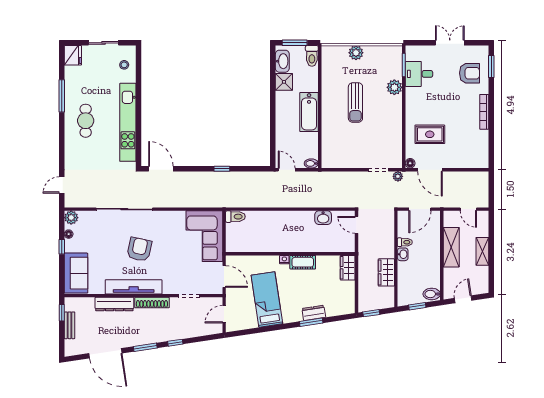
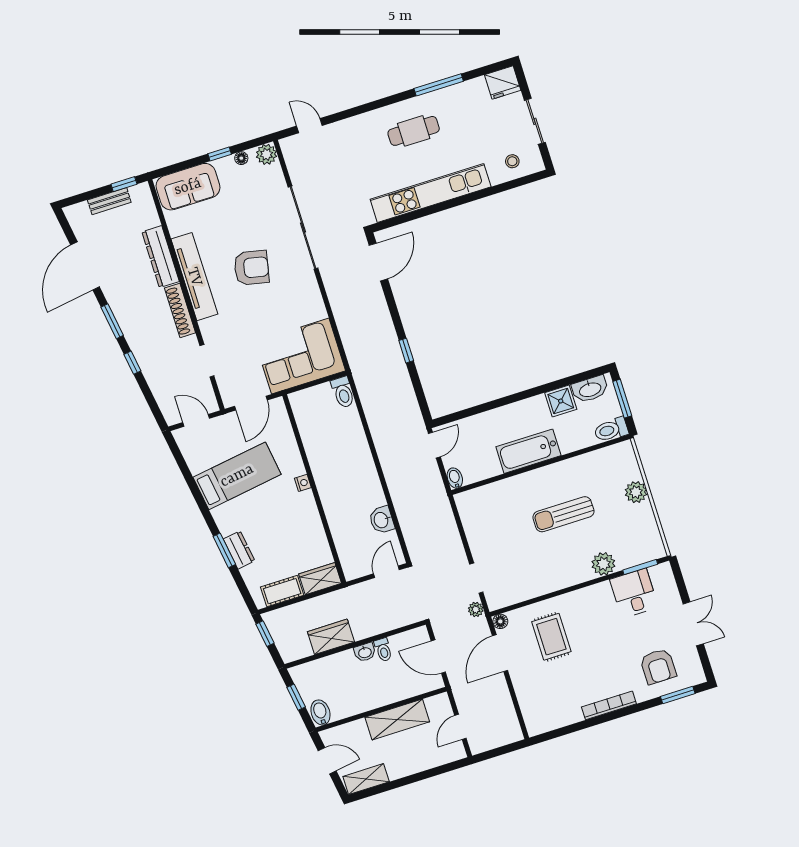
shelving: (482, 251) -> (366, 779), moved
cot: (303, 262) -> (282, 591), moved, turned 90

